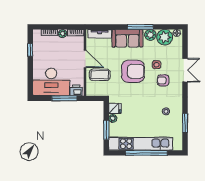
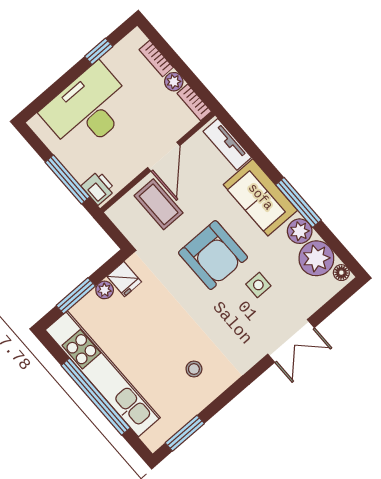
armchair: (163, 80) -> (242, 319), removed
desk: (51, 82) -> (88, 109), moved, turned 90
window: (185, 123) -> (185, 433), moved

